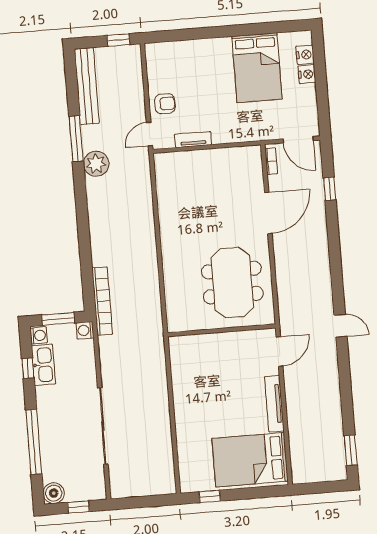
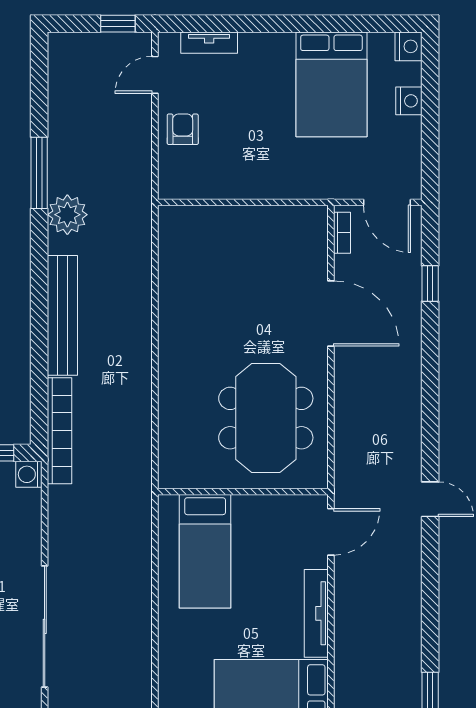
nightstand: (305, 55) -> (408, 46), moved
bench: (87, 86) -> (62, 315), moved
armchair: (165, 104) -> (183, 129), turned -90
door: (150, 134) -> (155, 75), moved
tv unit: (193, 140) -> (209, 43), moved, turned 180
door: (268, 213) -> (331, 313), hinge flipped
bed: (201, 370) -> (205, 551), added

